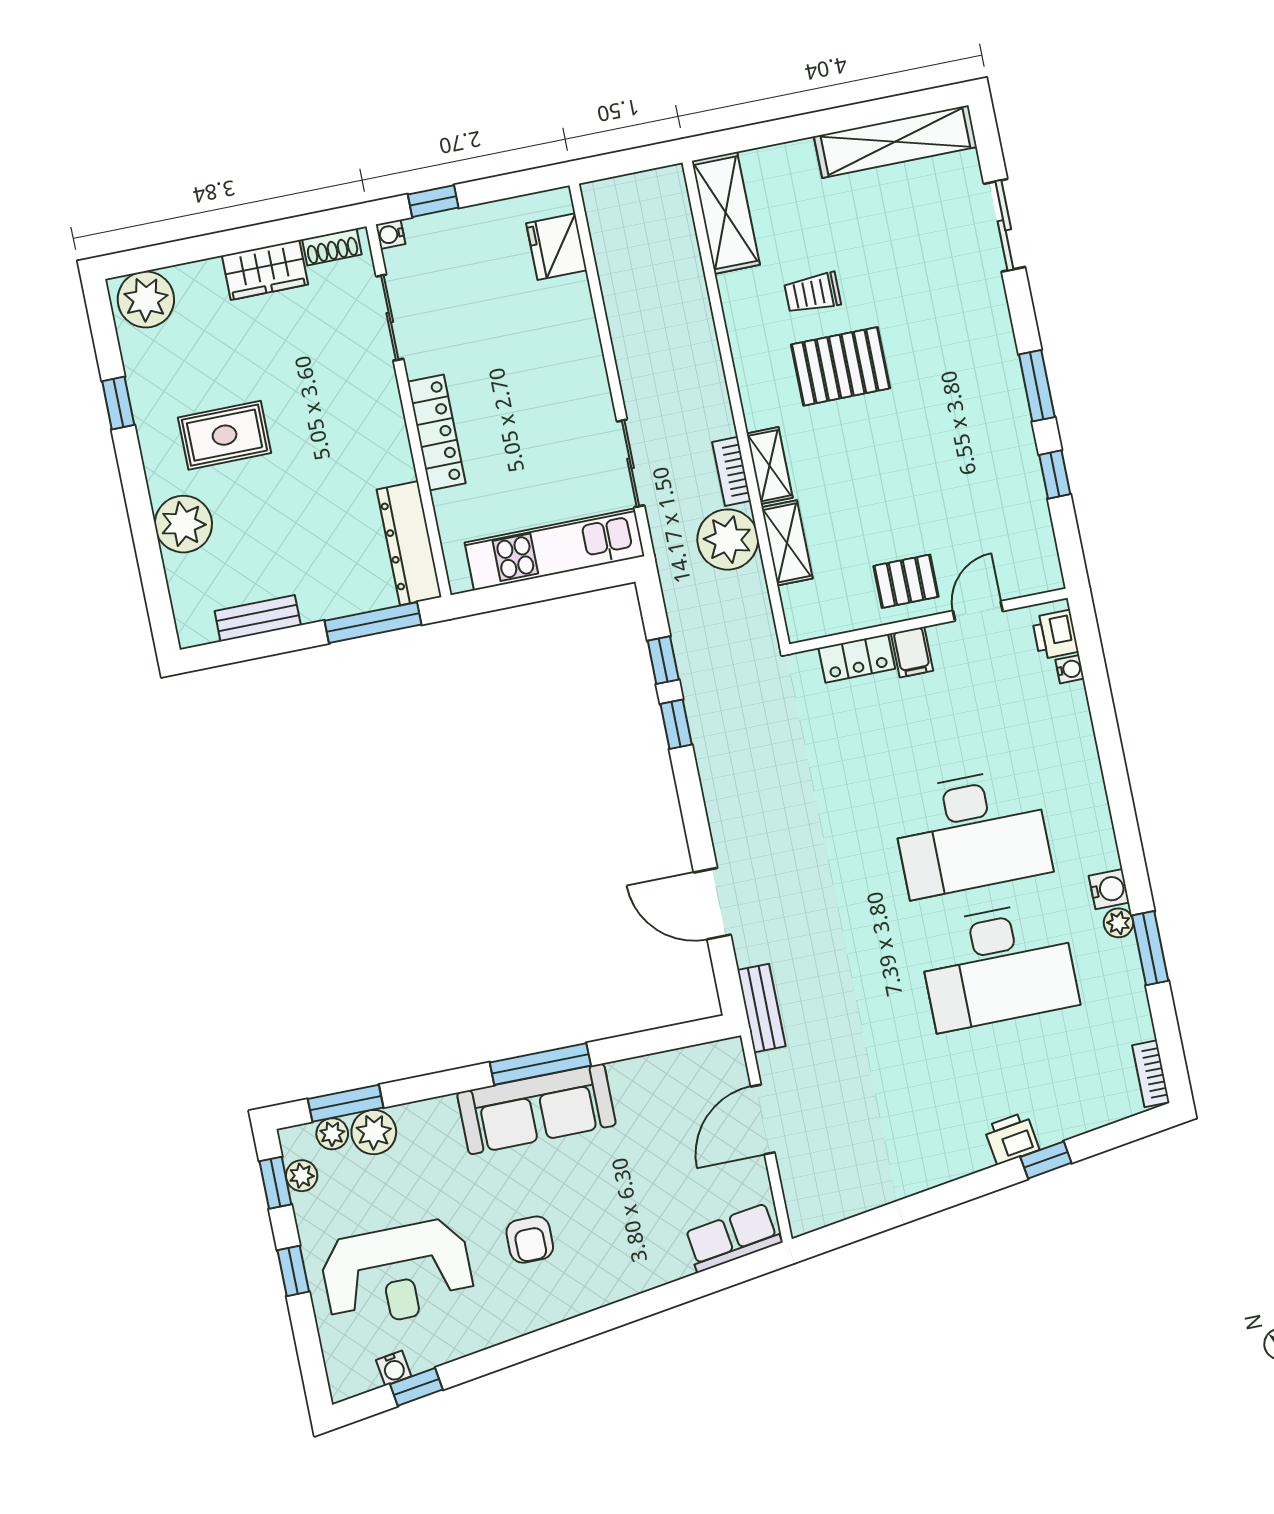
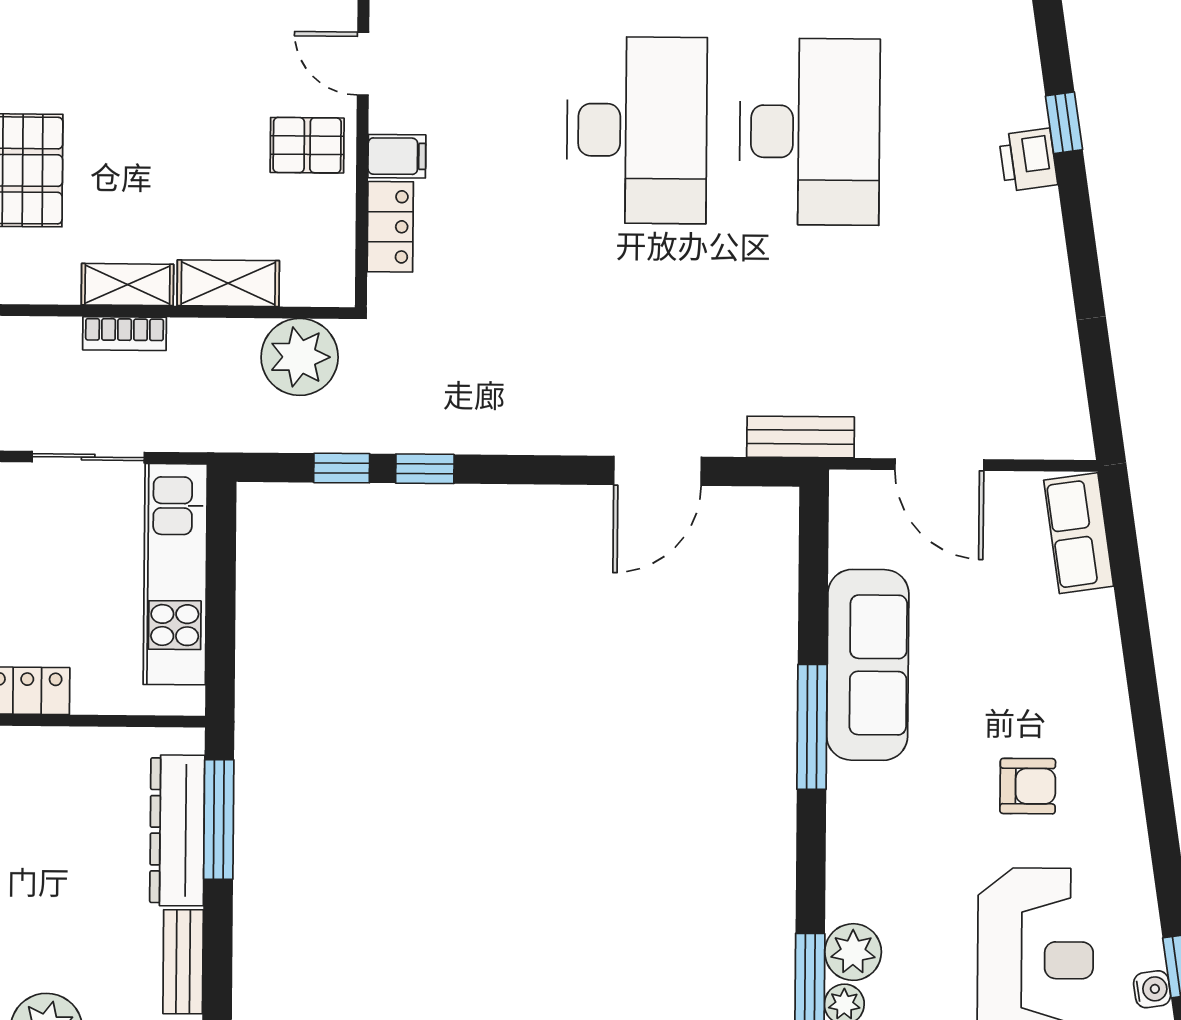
plant: (728, 540) -> (300, 357), moved
dresser: (409, 543) -> (177, 830), moved, turned 90
pallet: (906, 581) -> (307, 145), turned 90
sofa: (536, 1109) -> (868, 665), moved

